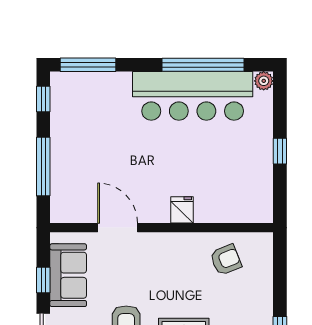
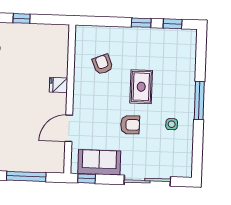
armchair: (226, 260) -> (103, 64), moved
window: (43, 280) -> (87, 179), moved

